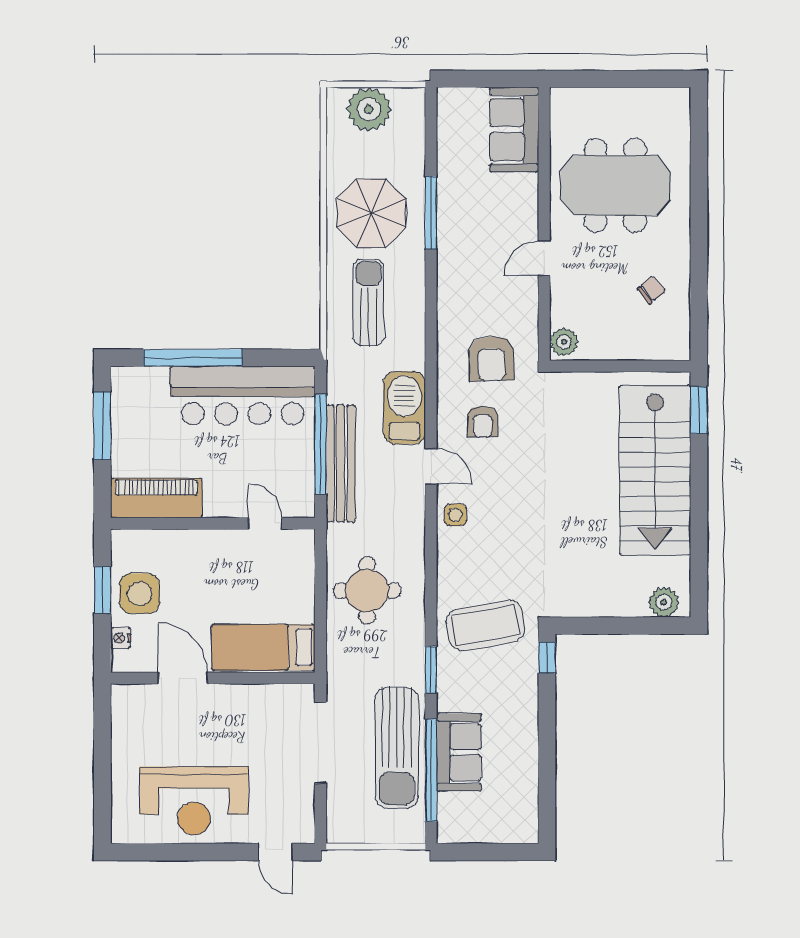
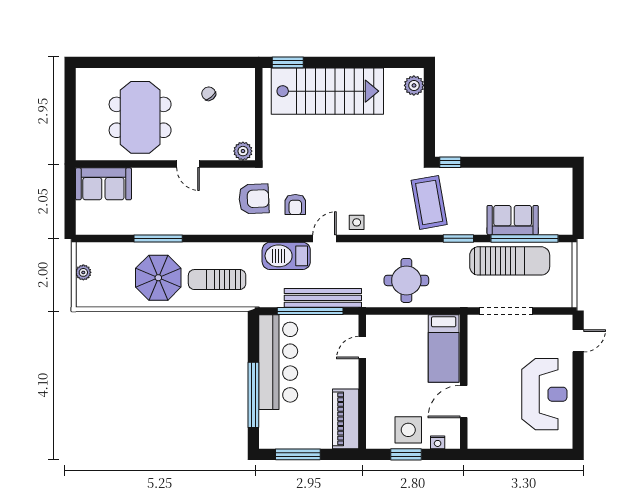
plant: (369, 109) -> (83, 272), width x0.53, depth x0.53
armchair: (483, 422) -> (295, 205), turned 90

